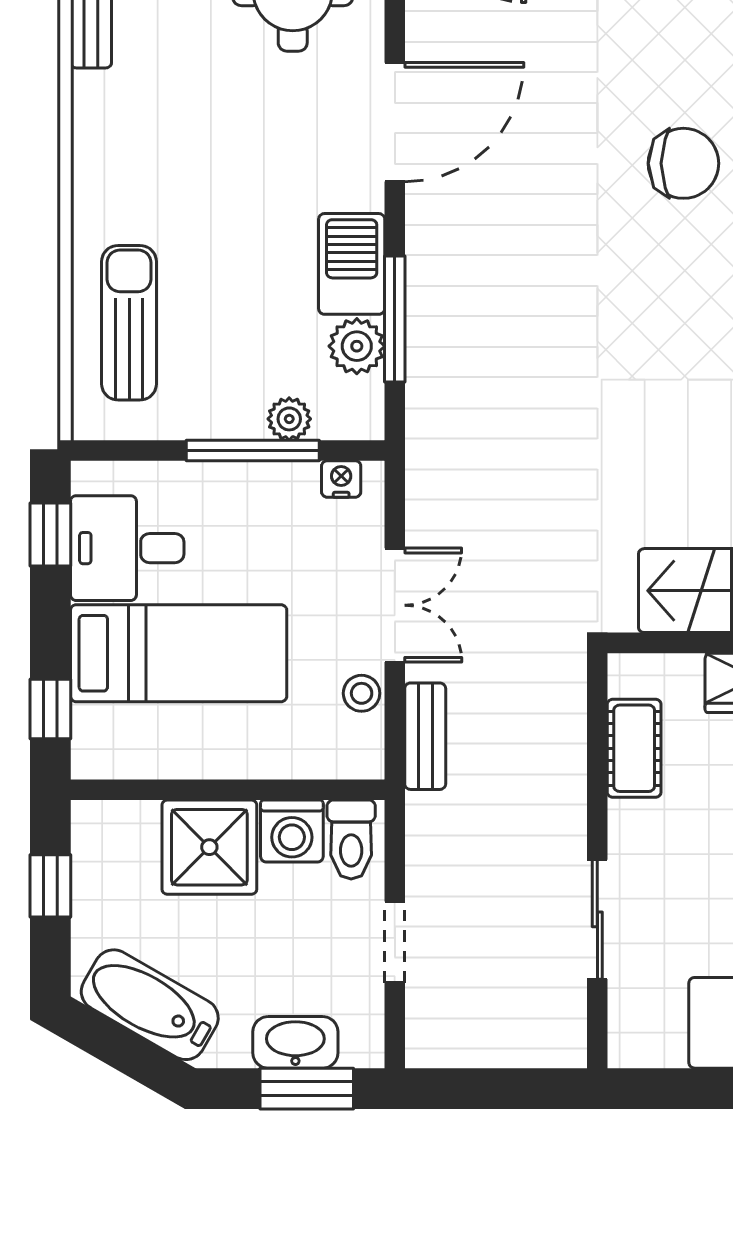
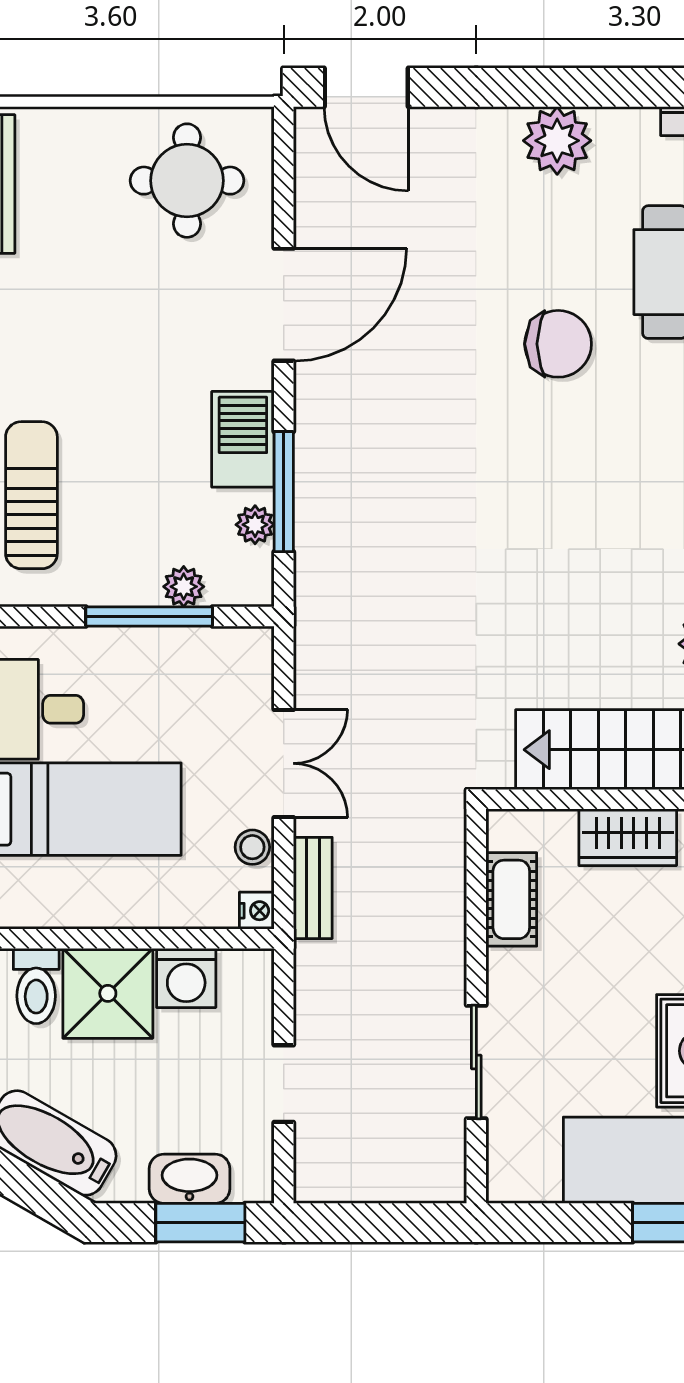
plant: (357, 346) -> (255, 525), width x0.73, depth x0.73
nightstand: (341, 479) -> (257, 911), moved, turned 90
toilet: (351, 839) -> (36, 986), moved

